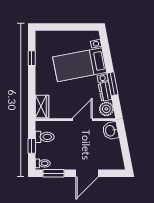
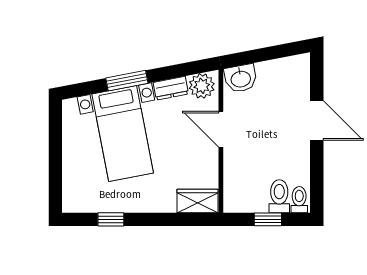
window: (112, 84) -> (127, 81), moved
toilet: (45, 137) -> (279, 196), moved
window: (53, 173) -> (317, 180), removed

